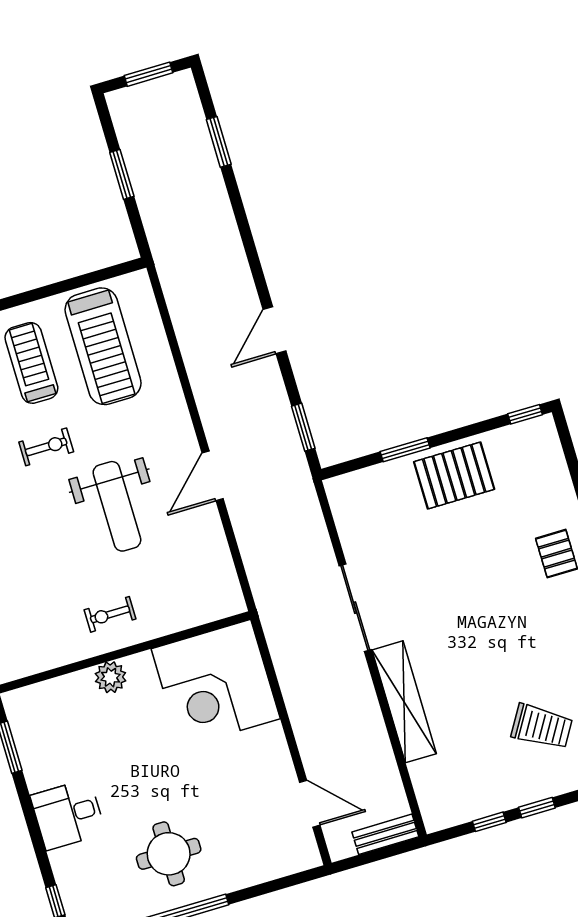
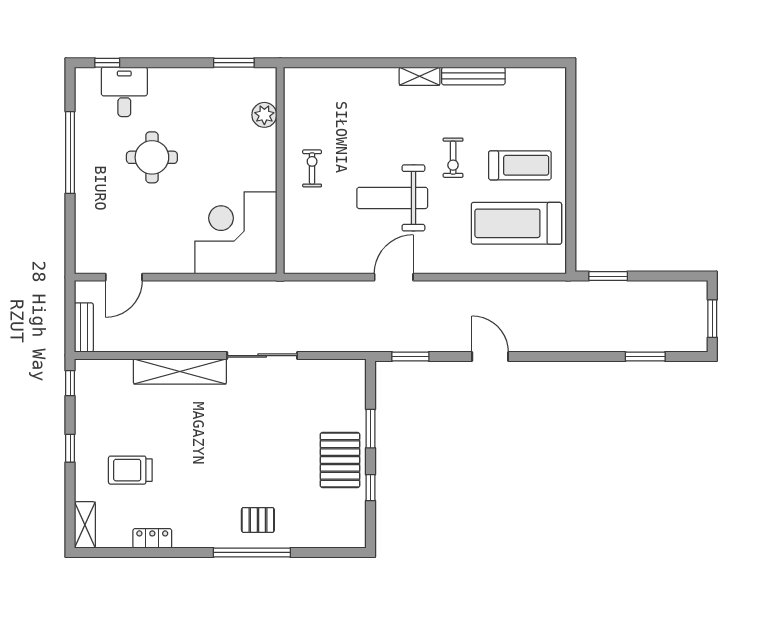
window: (122, 174) -> (608, 276), moved
window: (525, 414) -> (370, 488), moved
door: (213, 476) -> (394, 277), hinge flipped
plant: (111, 677) -> (264, 115), moved
trolley: (542, 727) -> (130, 470), turned 59
desk: (68, 814) -> (124, 92), moved
window: (489, 822) -> (70, 383), moved
round table: (169, 854) -> (152, 157), moved

